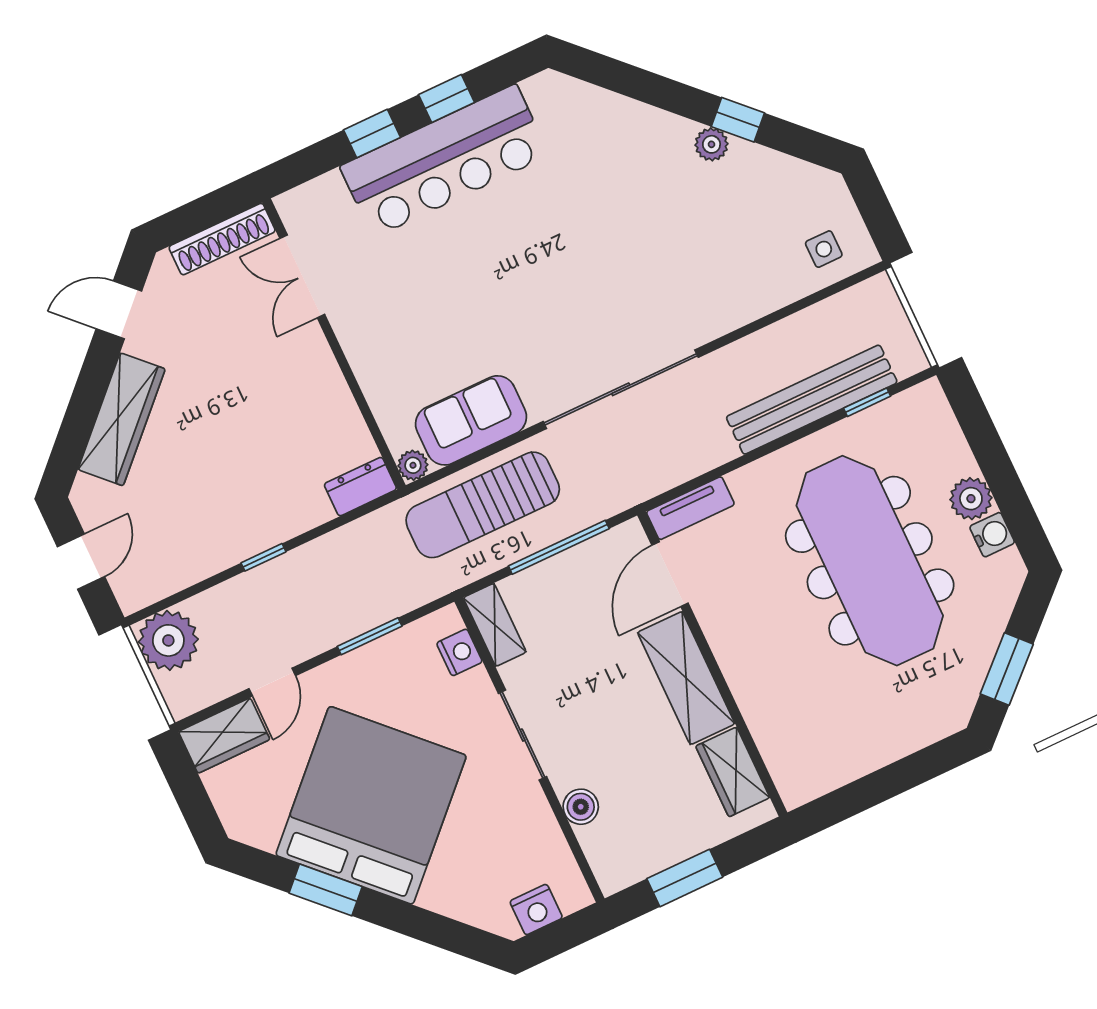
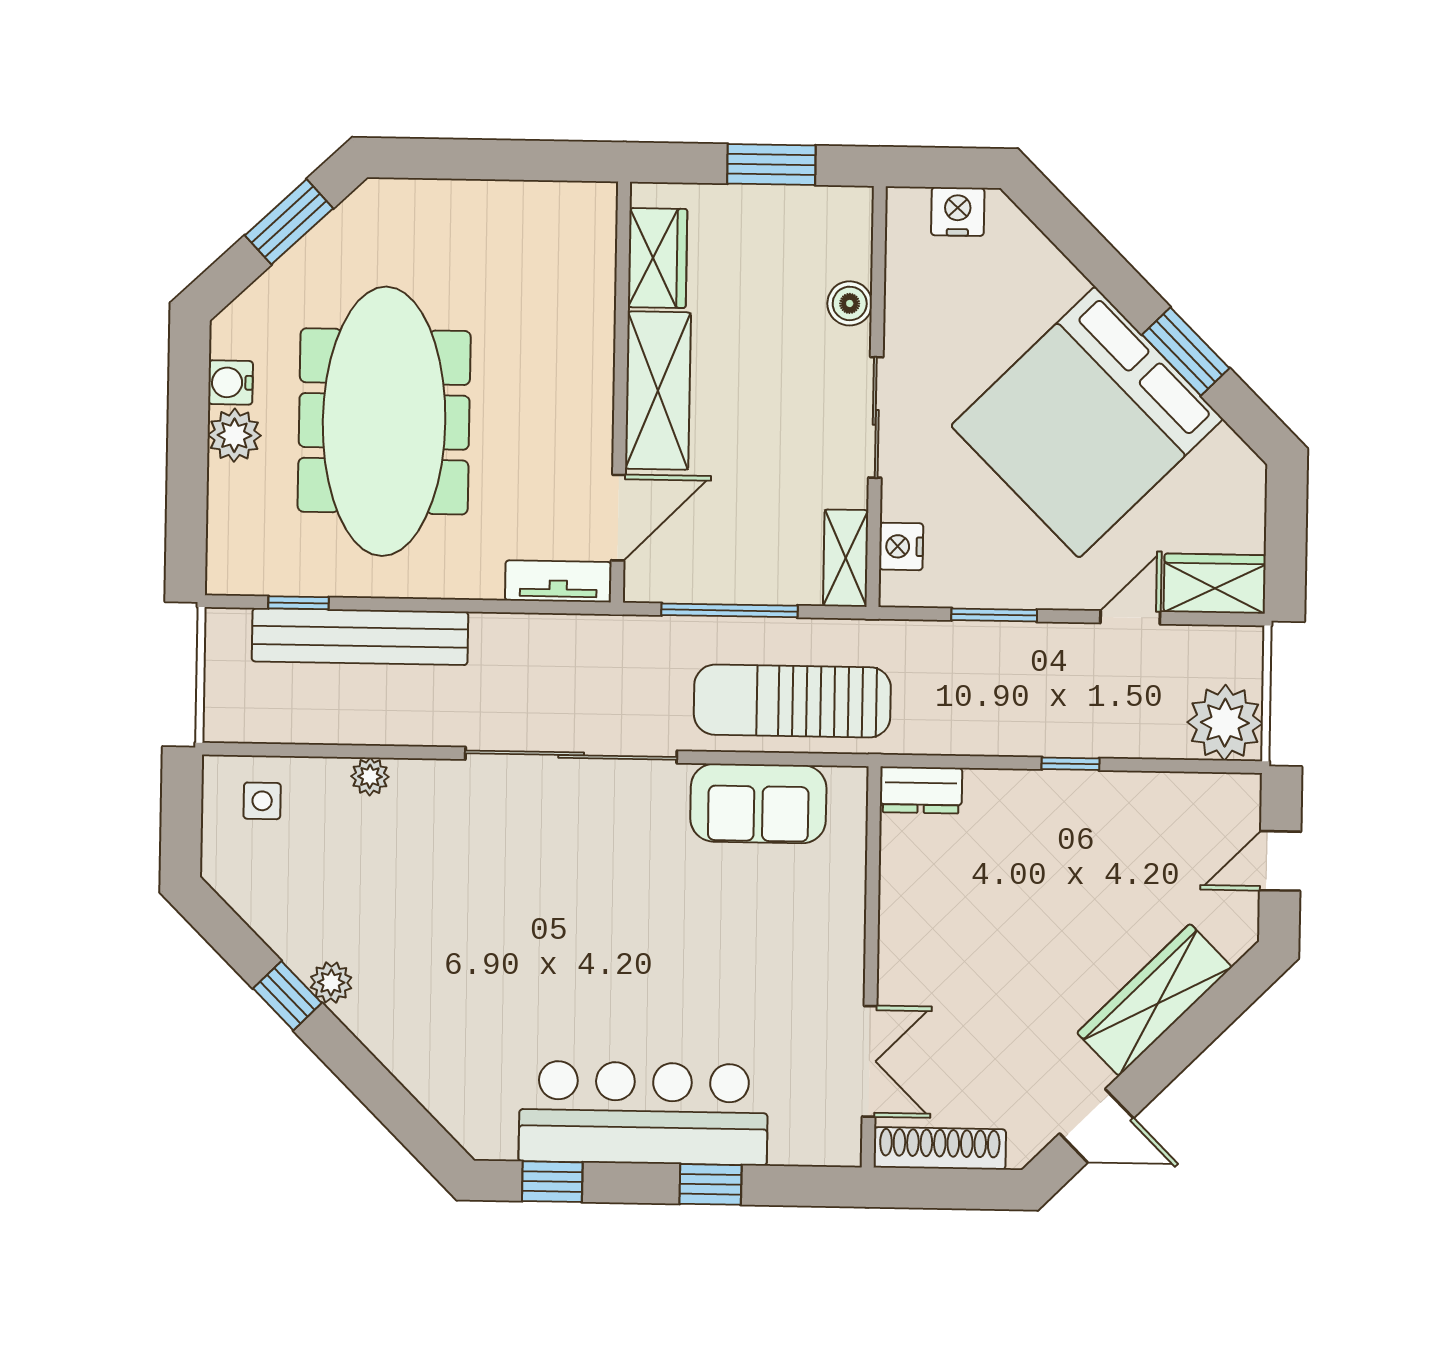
window: (446, 99) -> (552, 1182), moved
plant: (413, 465) -> (370, 777), moved
sun lounger: (483, 505) -> (792, 701), turned 180

